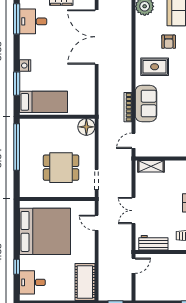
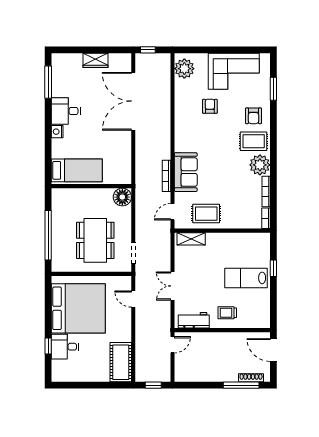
desk: (33, 21) -> (66, 111), moved
armchair: (169, 42) -> (210, 106), turned 180
rug: (155, 67) -> (206, 214), moved
window: (17, 84) -> (48, 151), removed
window: (17, 147) -> (48, 235), moved
dining table: (61, 168) -> (95, 240), width x1.38
desk: (32, 282) -> (65, 347), moved

